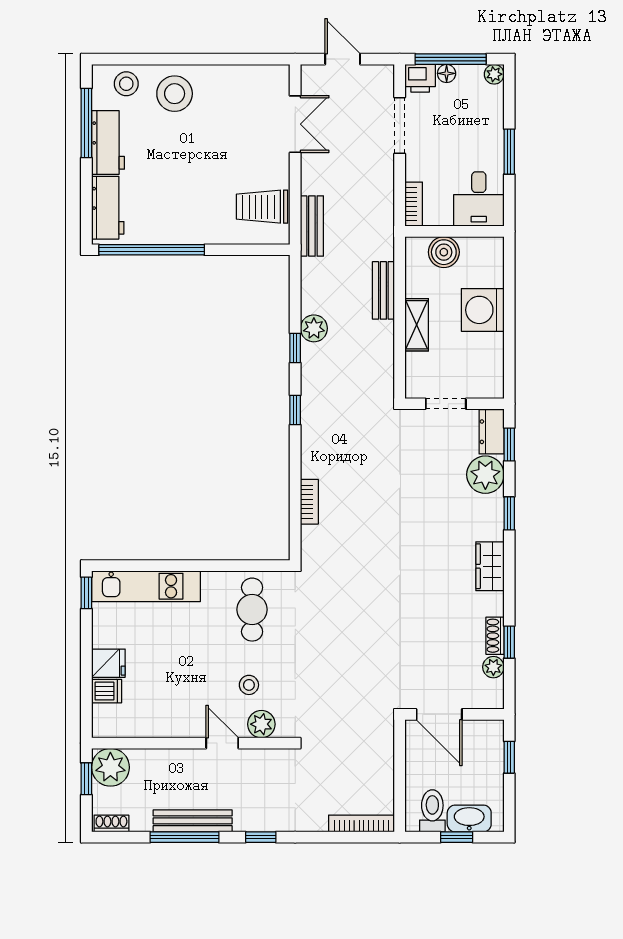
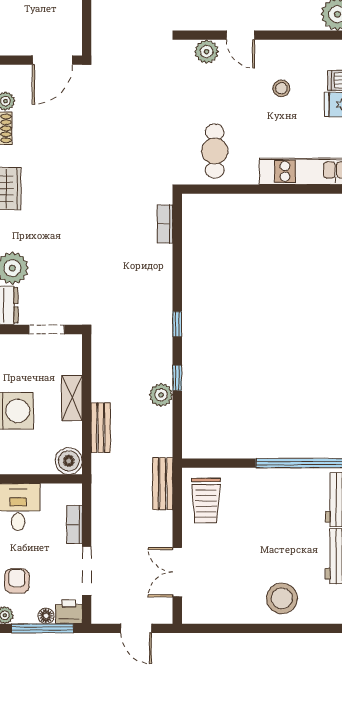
stool: (126, 84) -> (324, 607), removed
armchair: (480, 114) -> (17, 581), added
bookcase: (414, 204) -> (75, 524), moved
trolley: (262, 207) -> (206, 500), turned 90
boiler: (444, 252) -> (69, 461), moved
bookcase: (309, 502) -> (165, 224), moved
stool: (249, 685) -> (281, 88), moved
door: (439, 714) -> (52, 60), swing flipped

